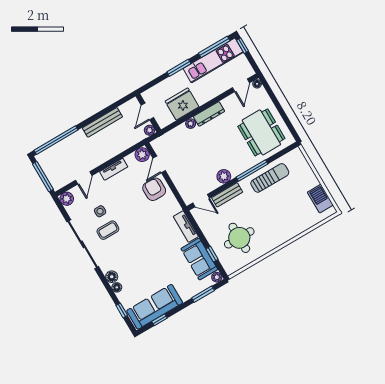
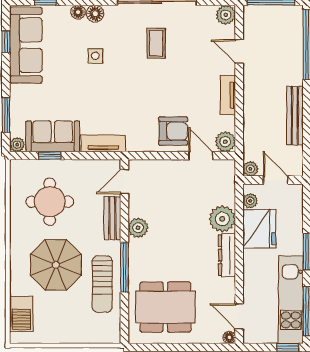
plant: (169, 119) -> (250, 201), added
plant: (191, 124) -> (222, 219), width x1.88, depth x1.88
barbecue: (320, 199) -> (21, 314), moved, turned 90
side table: (100, 211) -> (95, 56), moved
parasol: (275, 212) -> (56, 265), added

